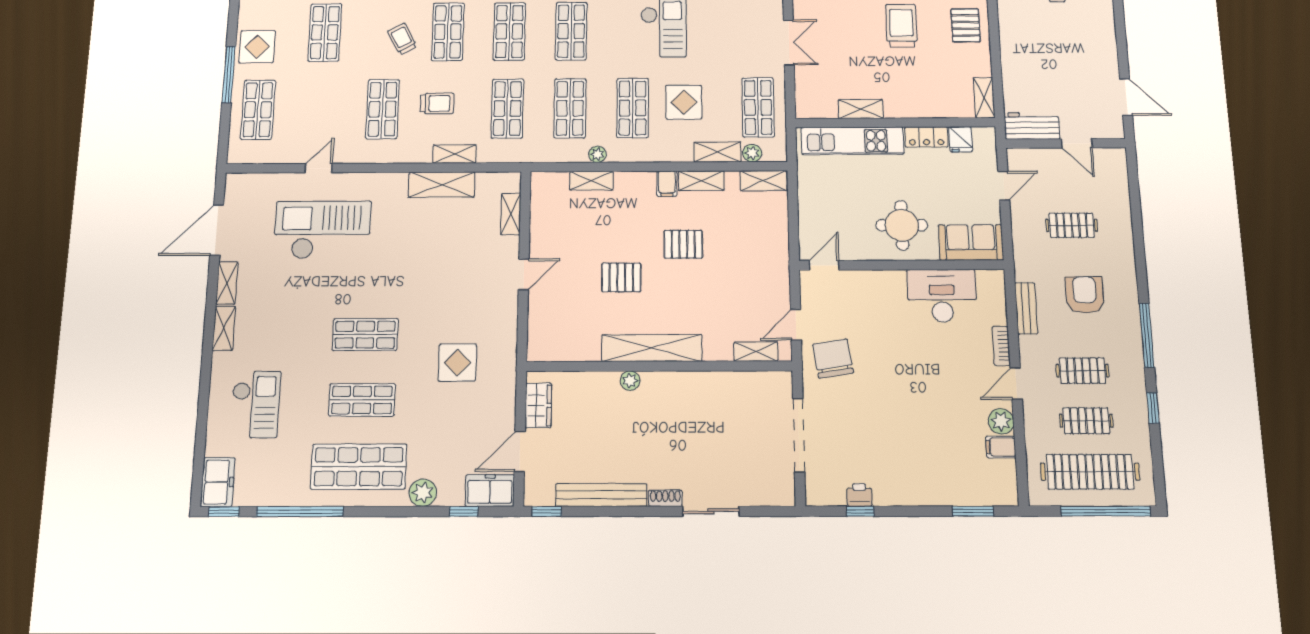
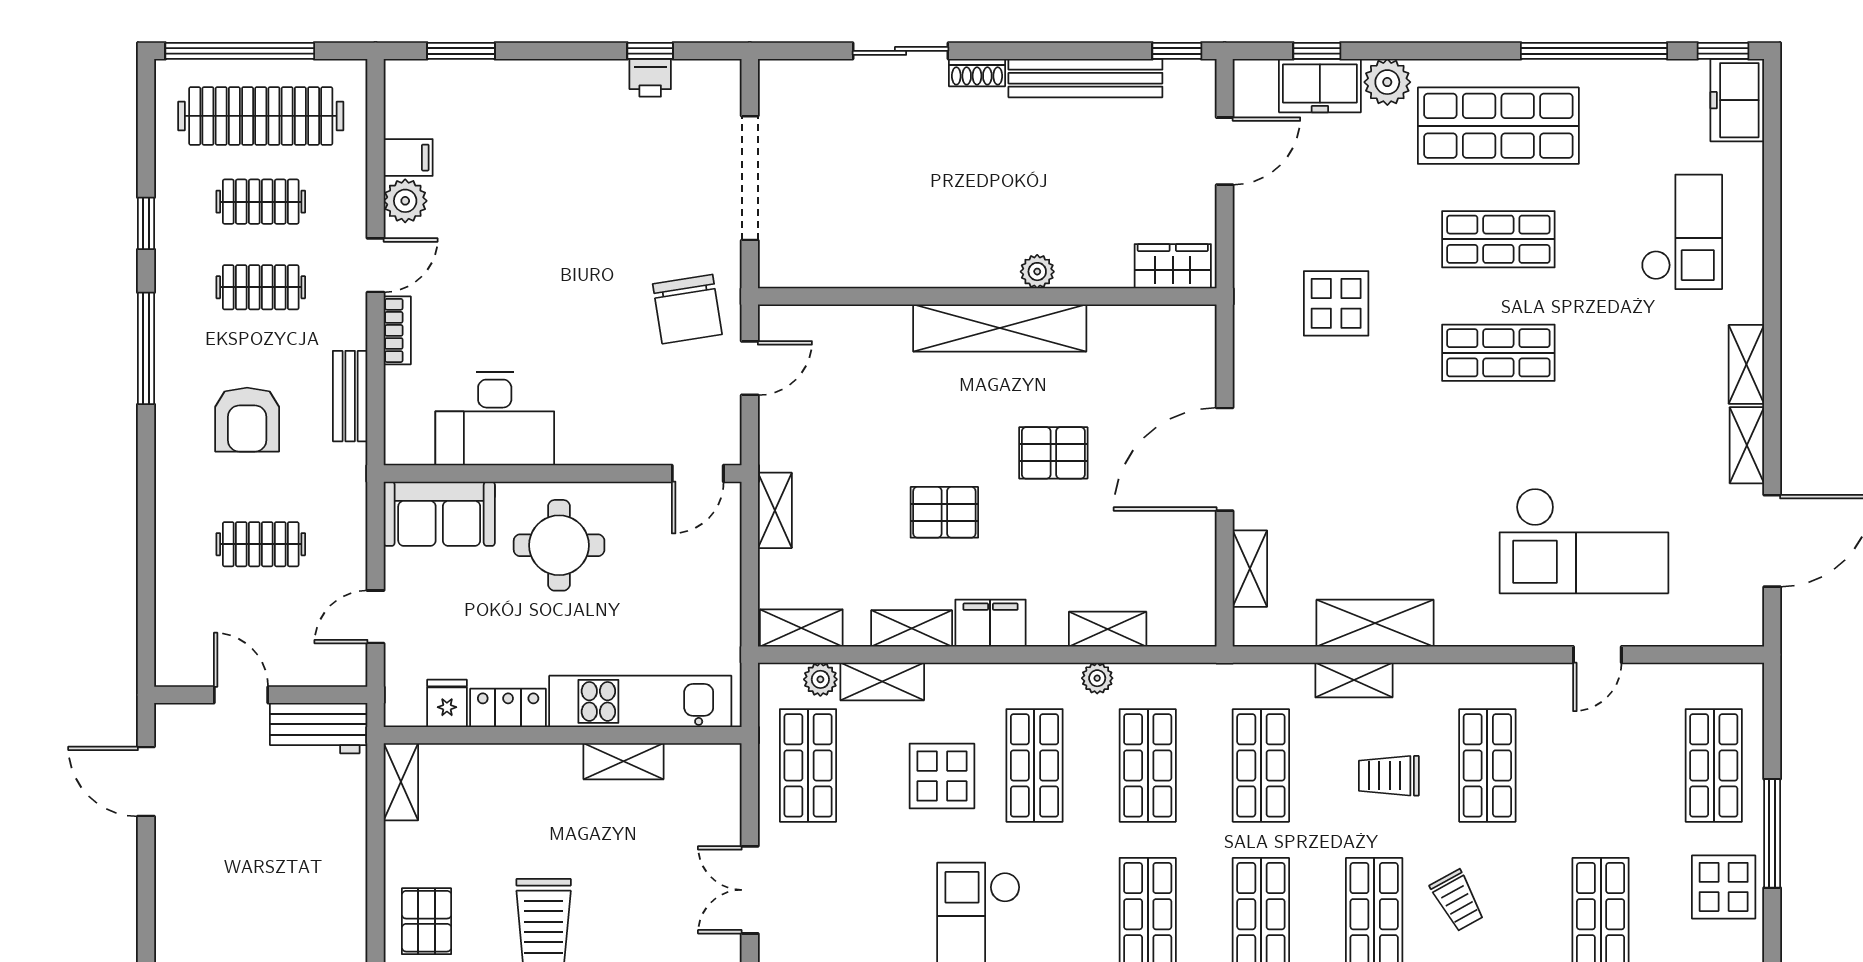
filing cabinet: (667, 184) -> (990, 623), width x2.00
door: (524, 274) -> (1225, 459), width x1.87
shelving: (756, 352) -> (775, 510), moved, turned 90
checkout: (256, 404) -> (1682, 232), turned 180
wardrobe: (538, 405) -> (1173, 266), moved, turned 90
freezer: (490, 491) -> (1320, 86), moved

